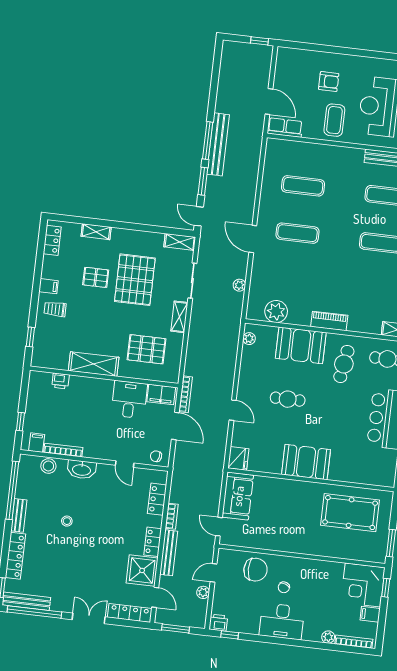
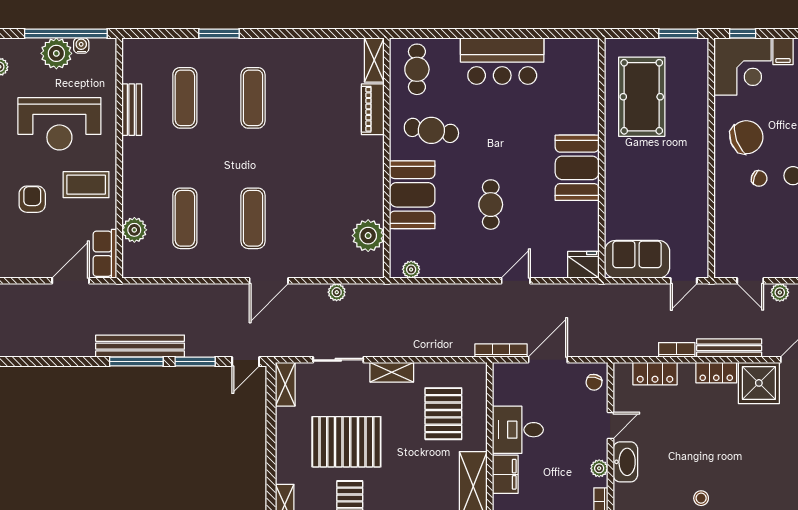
plant: (299, 150) -> (134, 230), added
piano: (329, 321) -> (373, 109), moved
filing cabinet: (161, 394) -> (505, 474), moved
plant: (96, 453) -> (599, 468), added
washbasin: (82, 470) -> (625, 462), moved
chair: (255, 570) -> (746, 137), moved, turned 69

